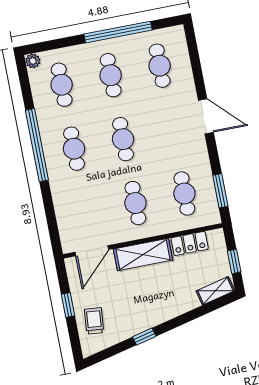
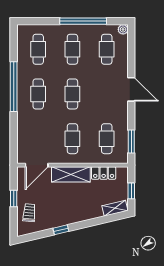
plant: (33, 61) -> (123, 29), moved

